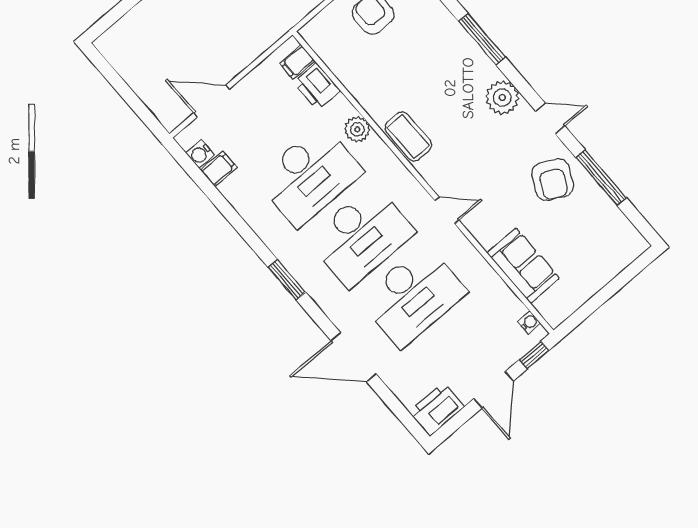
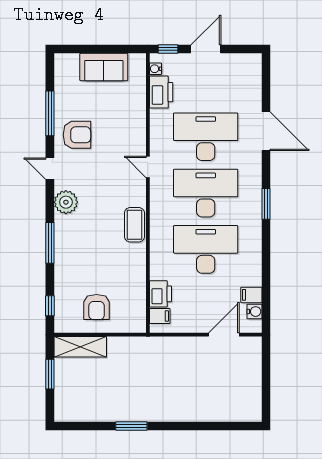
door: (212, 101) -> (224, 335), swing flipped
plant: (357, 129) -> (159, 252), removed
armchair: (553, 180) -> (77, 135), turned 63
sofa: (523, 266) -> (104, 67), moved, turned -90
printer: (437, 409) -> (161, 92), moved, turned -90

